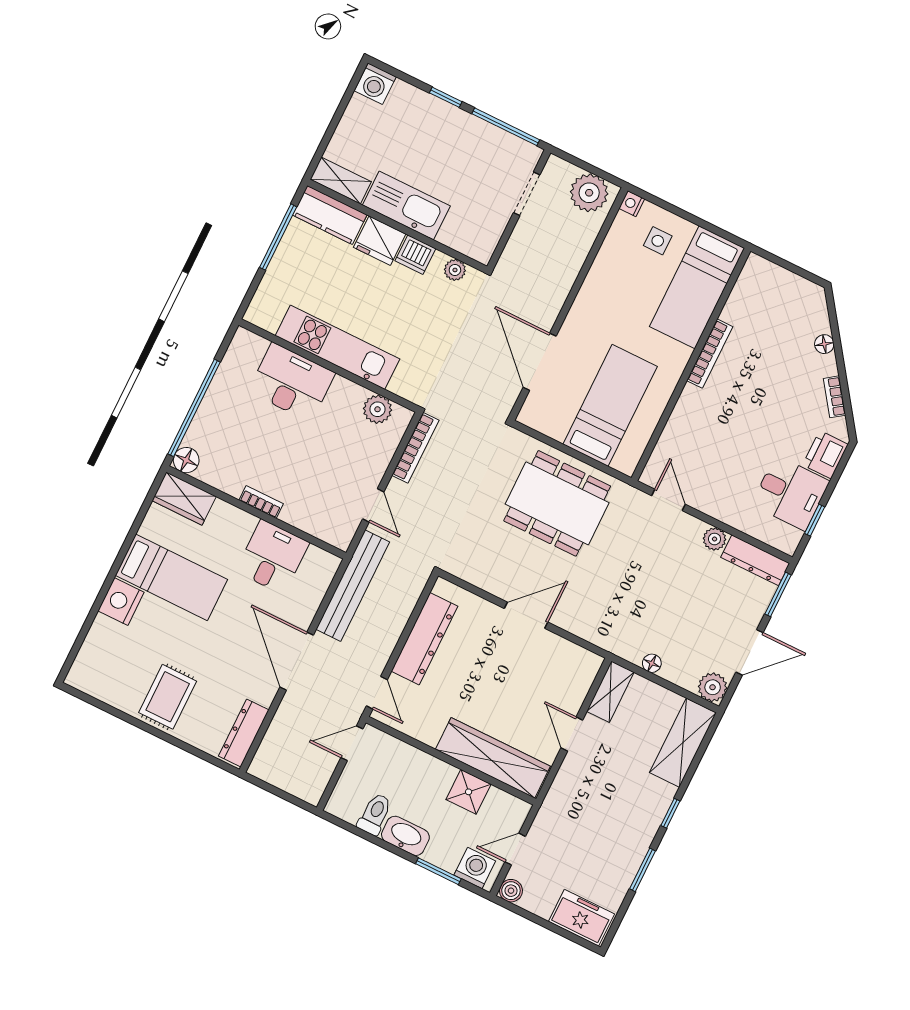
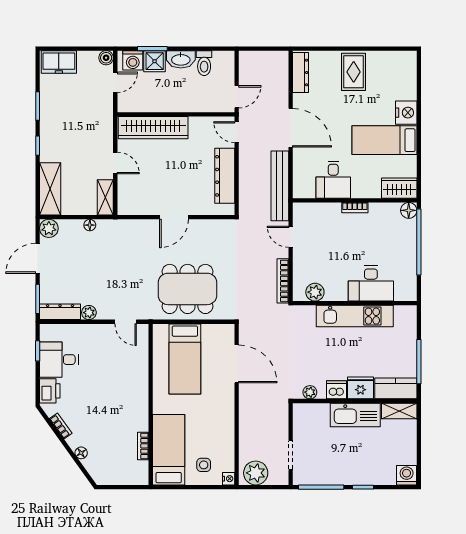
bookcase: (710, 354) -> (143, 446), moved, width x0.64
shower: (469, 792) -> (155, 61), moved

